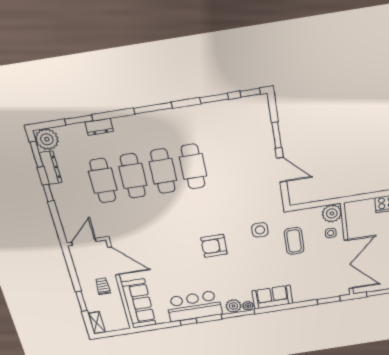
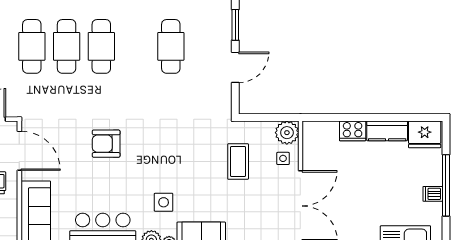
cafe table: (193, 166) -> (171, 46), moved
door: (282, 170) -> (235, 67), hinge flipped
side table: (260, 230) -> (164, 202), moved
armchair: (214, 246) -> (106, 144), moved

